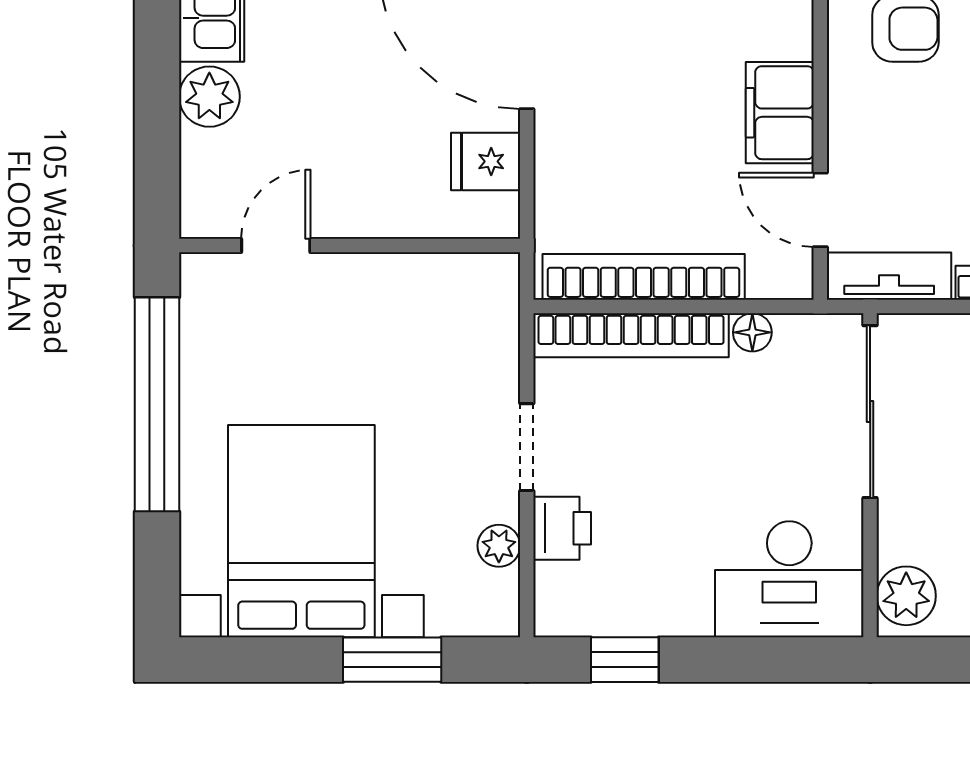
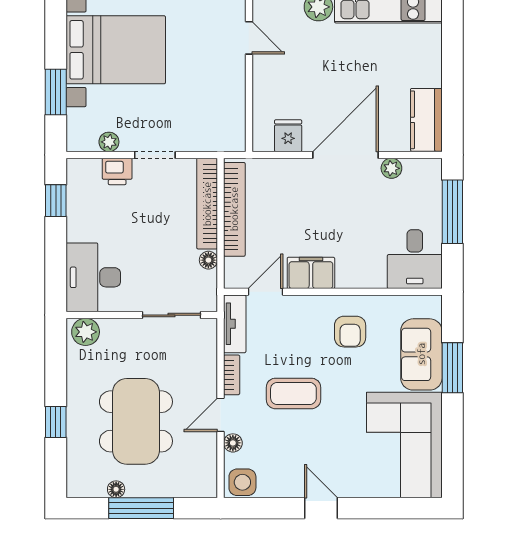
sliding door: (870, 412) -> (172, 315), width x0.73

